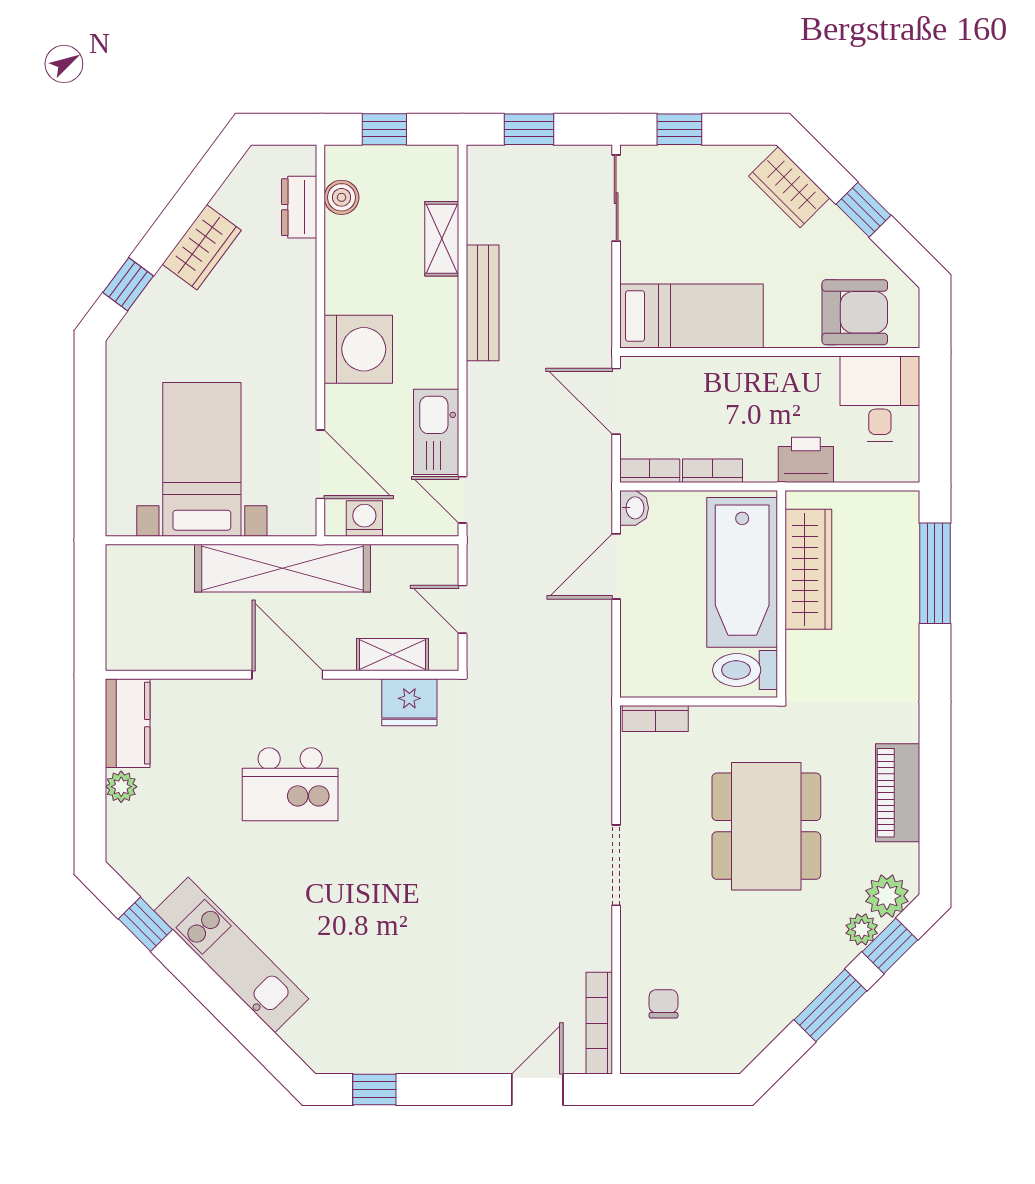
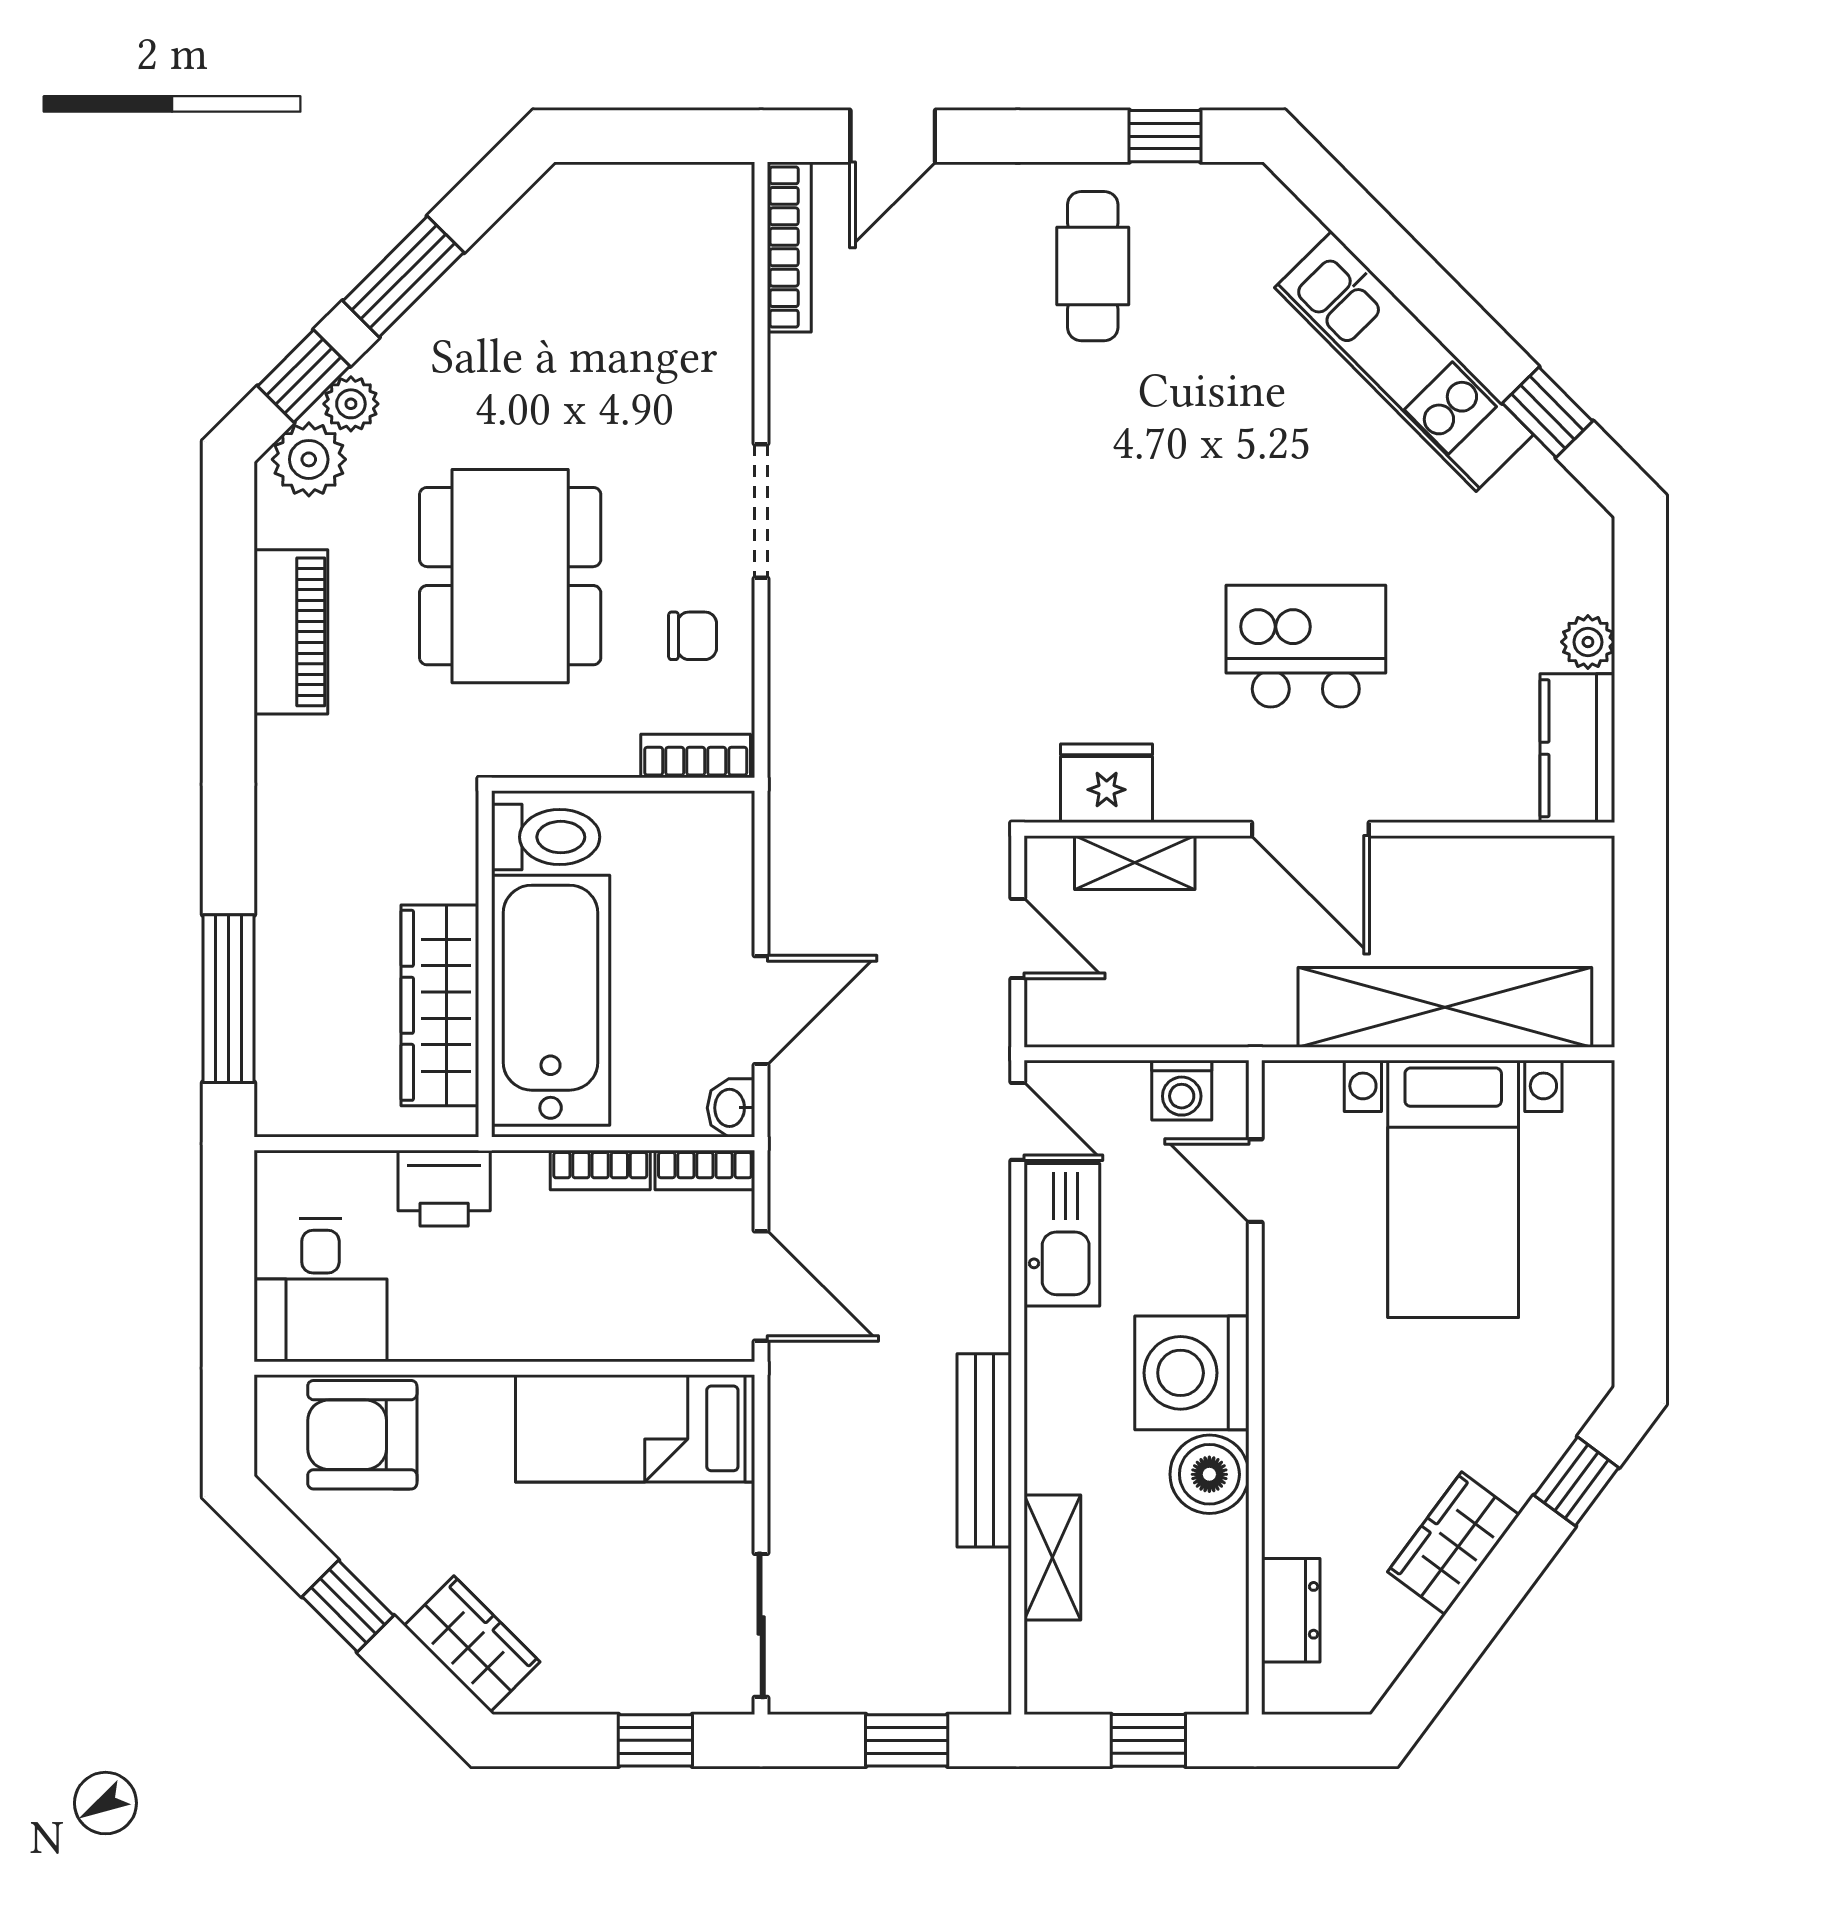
boiler: (342, 197) -> (1209, 1474), moved, width x1.36, depth x1.36
door: (320, 464) -> (1255, 1181), width x0.73
shelving: (283, 568) -> (1445, 1007), moved
chair: (663, 1004) -> (693, 636), moved, turned -90
cafe table: (418, 1012) -> (1093, 266), added

